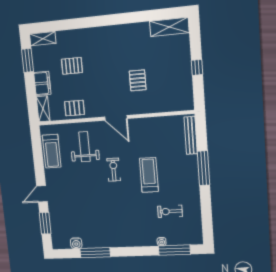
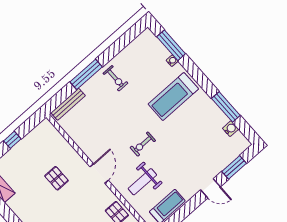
pallet: (138, 80) -> (56, 178), turned 90
treadmill: (149, 175) -> (173, 97), moved, width x1.37, depth x1.38
exercise bike: (170, 211) -> (115, 78), moved

